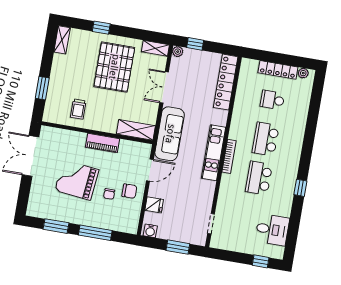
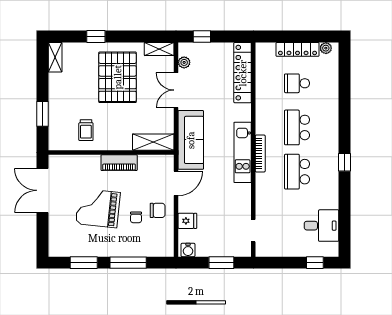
plant: (178, 52) -> (184, 62), moved
window: (300, 188) -> (344, 162), moved

